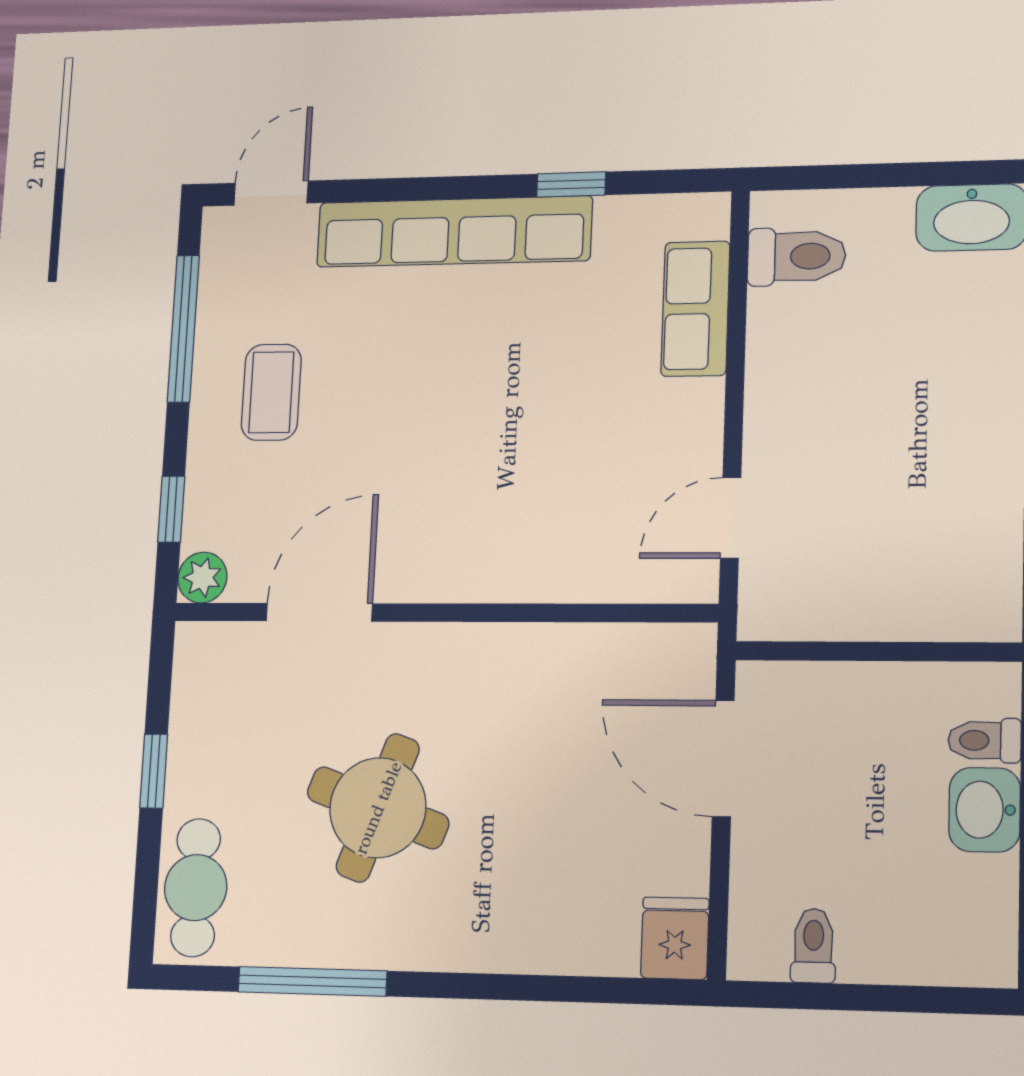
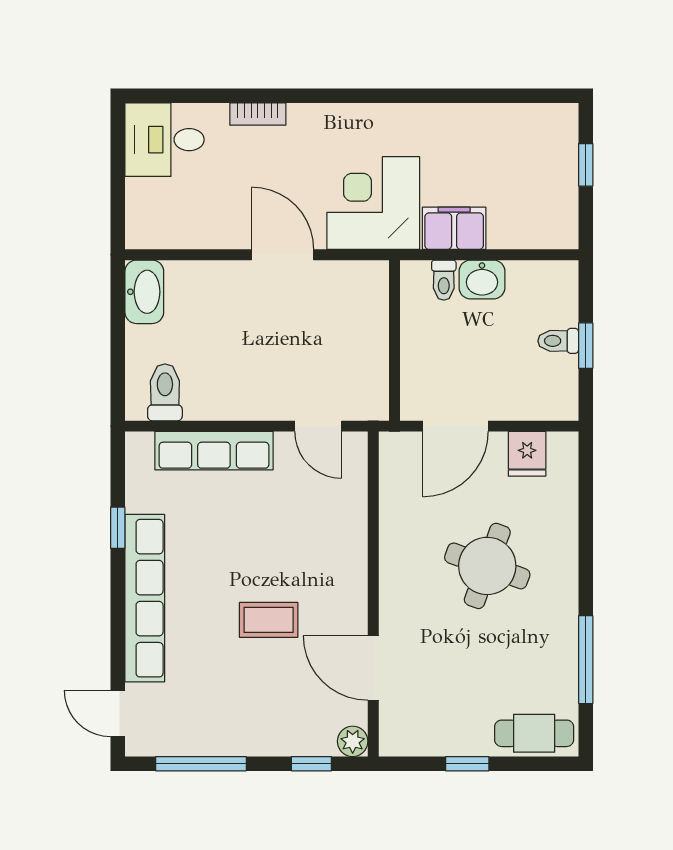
row of seats: (695, 309) -> (214, 451), width x1.48
coffee table: (271, 392) -> (269, 620), moved
round table: (378, 808) -> (487, 566), moved
fridge: (675, 938) -> (527, 454), moved, turned -90
toilet: (813, 946) -> (558, 341), moved
window: (861, 998) -> (586, 346), added

